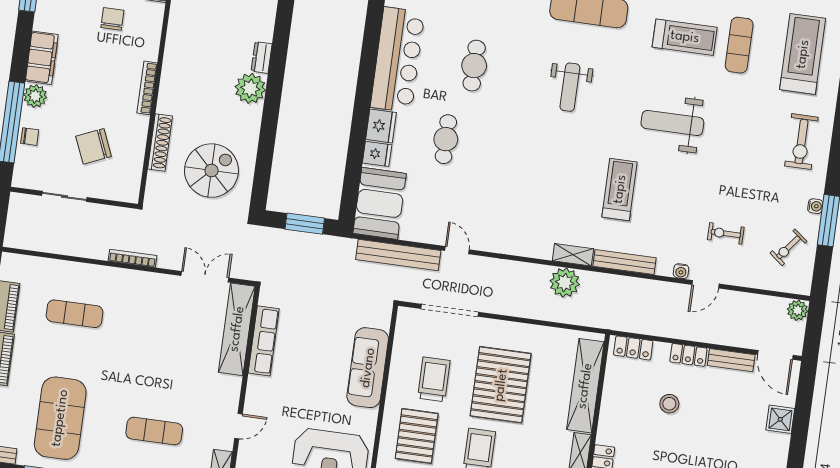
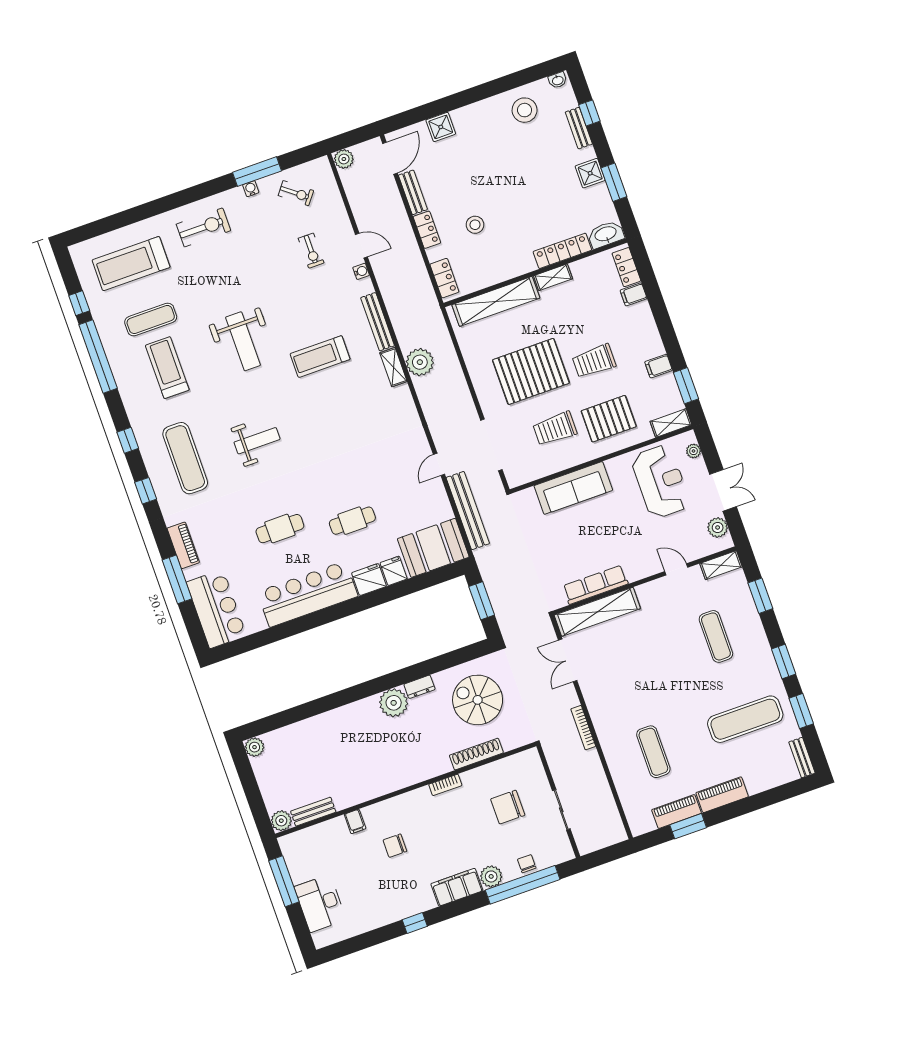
dresser: (262, 57) -> (419, 687), moved
bookcase: (147, 88) -> (445, 785), width x0.64
chair: (94, 146) -> (508, 807), turned 113
exercise mat: (60, 418) -> (745, 719), width x0.68

